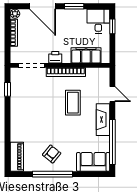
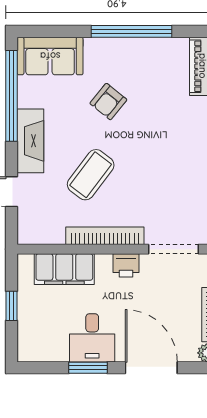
desk: (98, 21) -> (92, 338), moved
window: (112, 26) -> (12, 306), moved
coffee table: (73, 103) -> (91, 175), turned 37
armchair: (52, 154) -> (108, 102), moved

